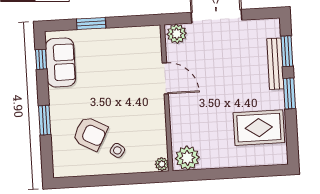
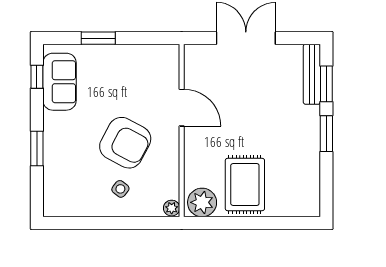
plant: (177, 34) -> (198, 56), removed
bench: (275, 64) -> (312, 74), moved
rug: (259, 128) -> (245, 185), moved, turned 90
armchair: (90, 134) -> (125, 143), moved, width x1.36, depth x1.36

